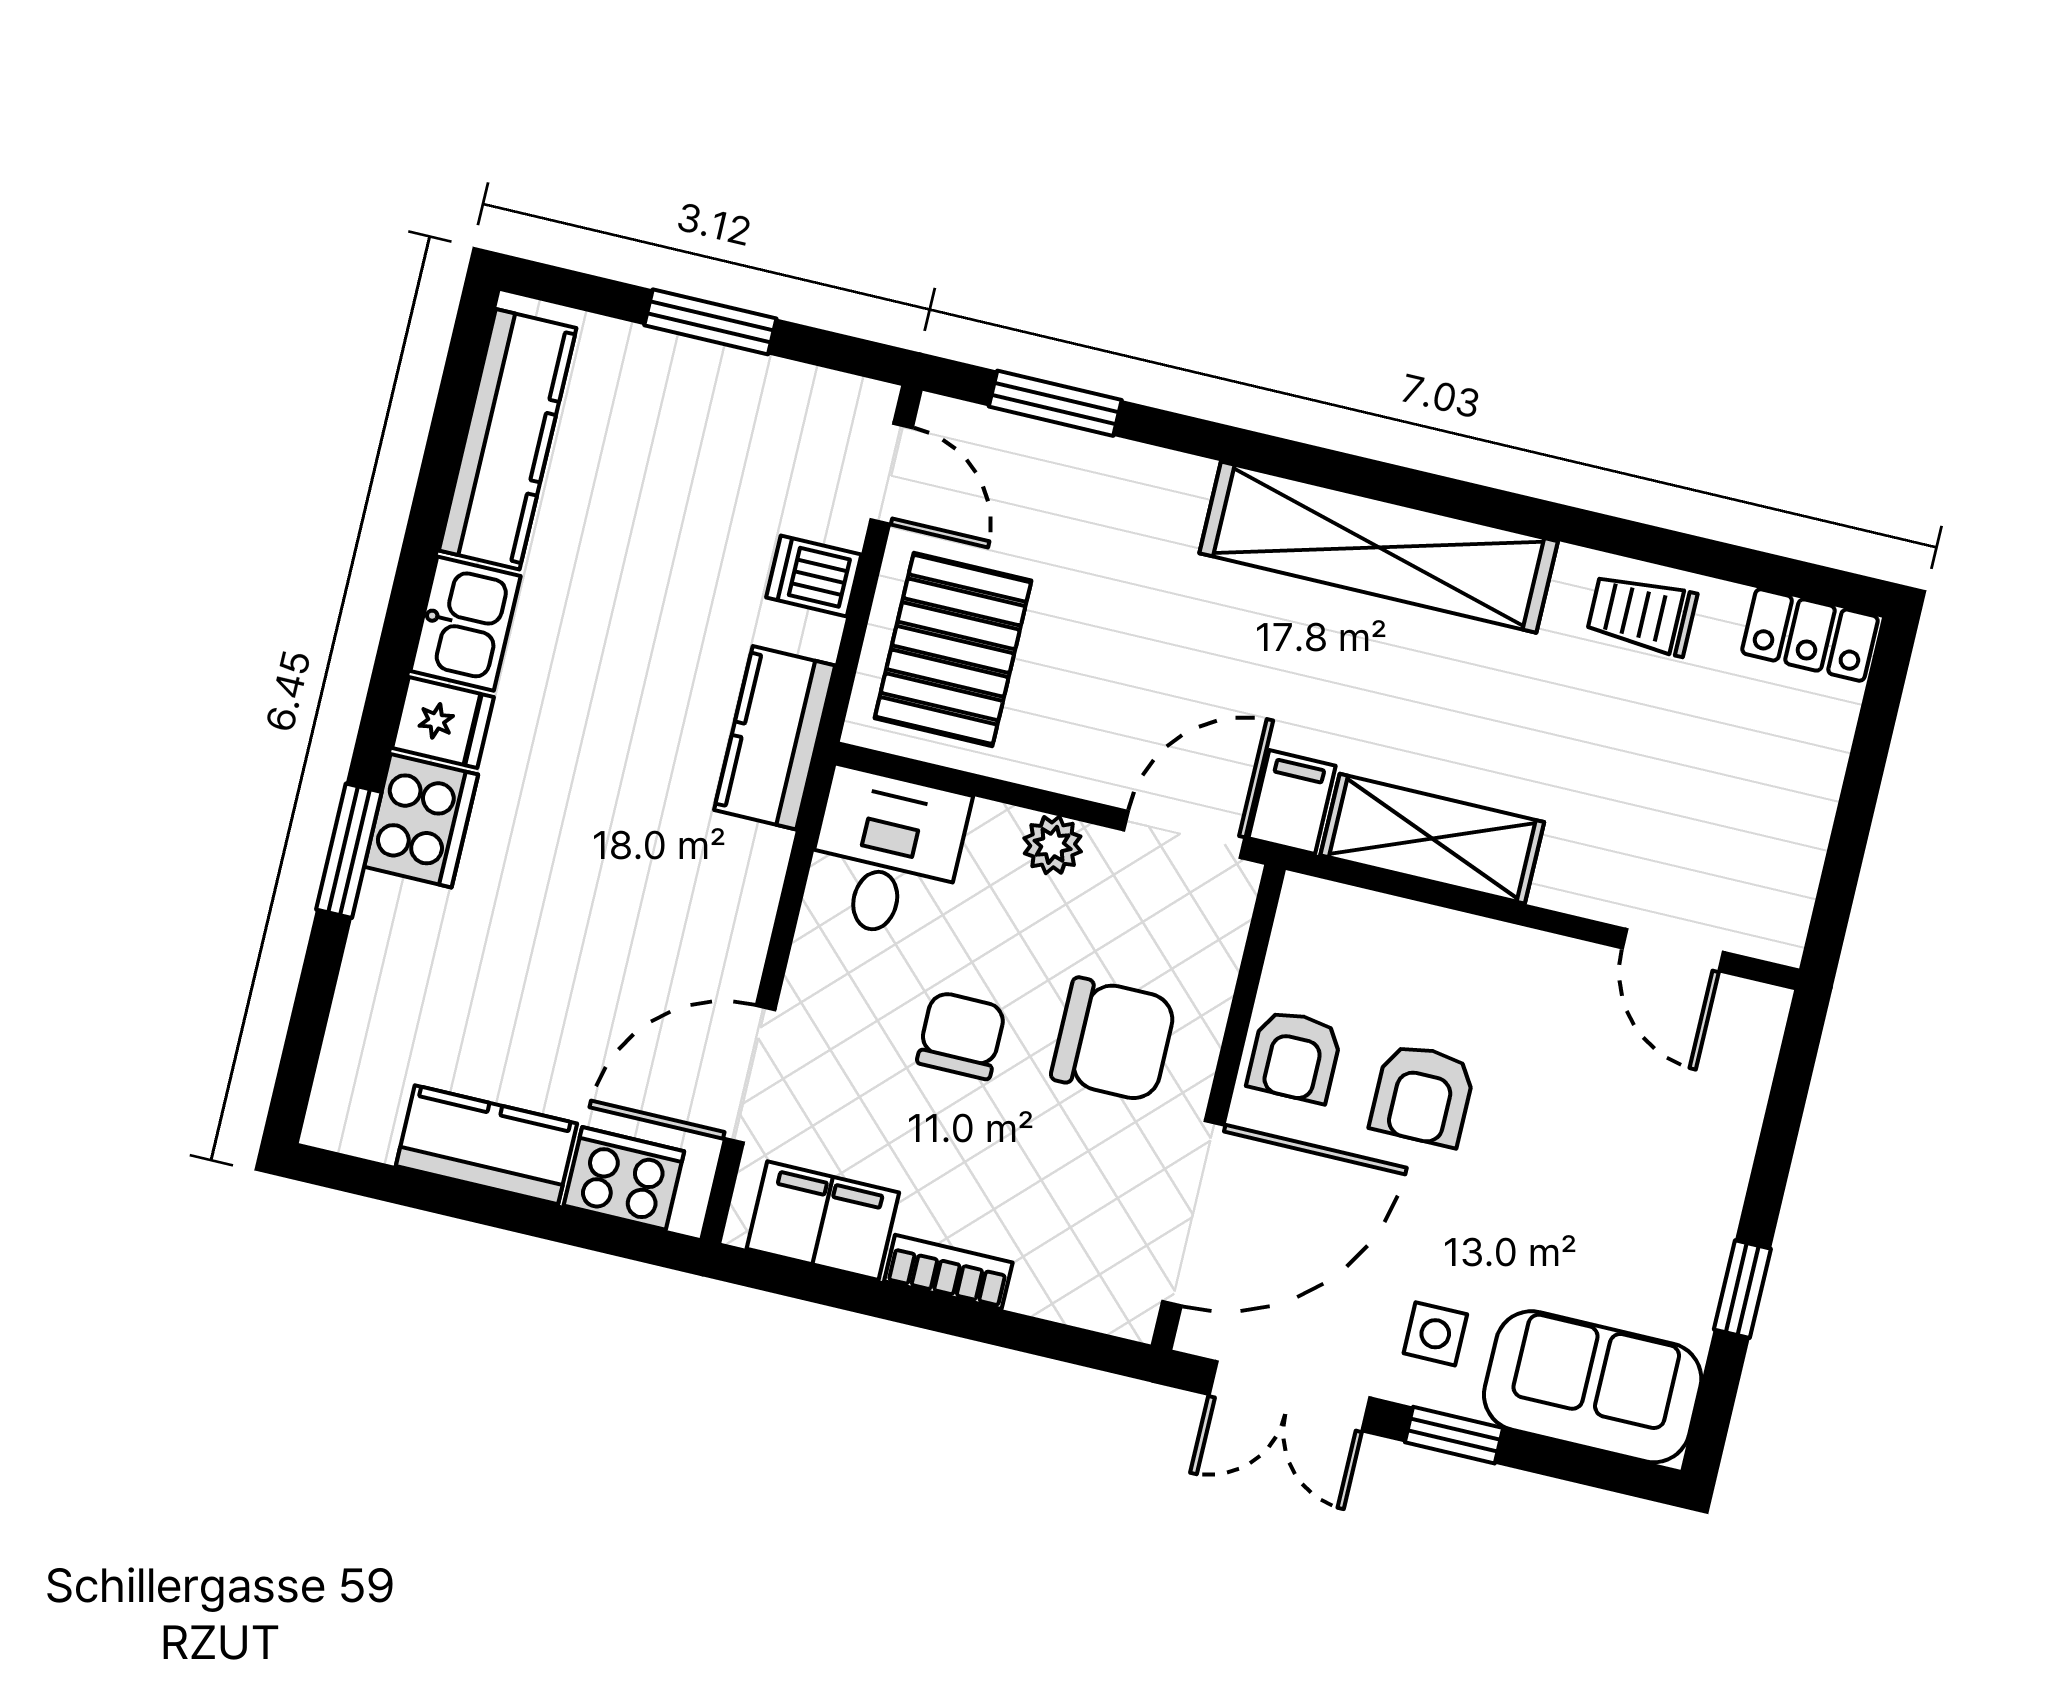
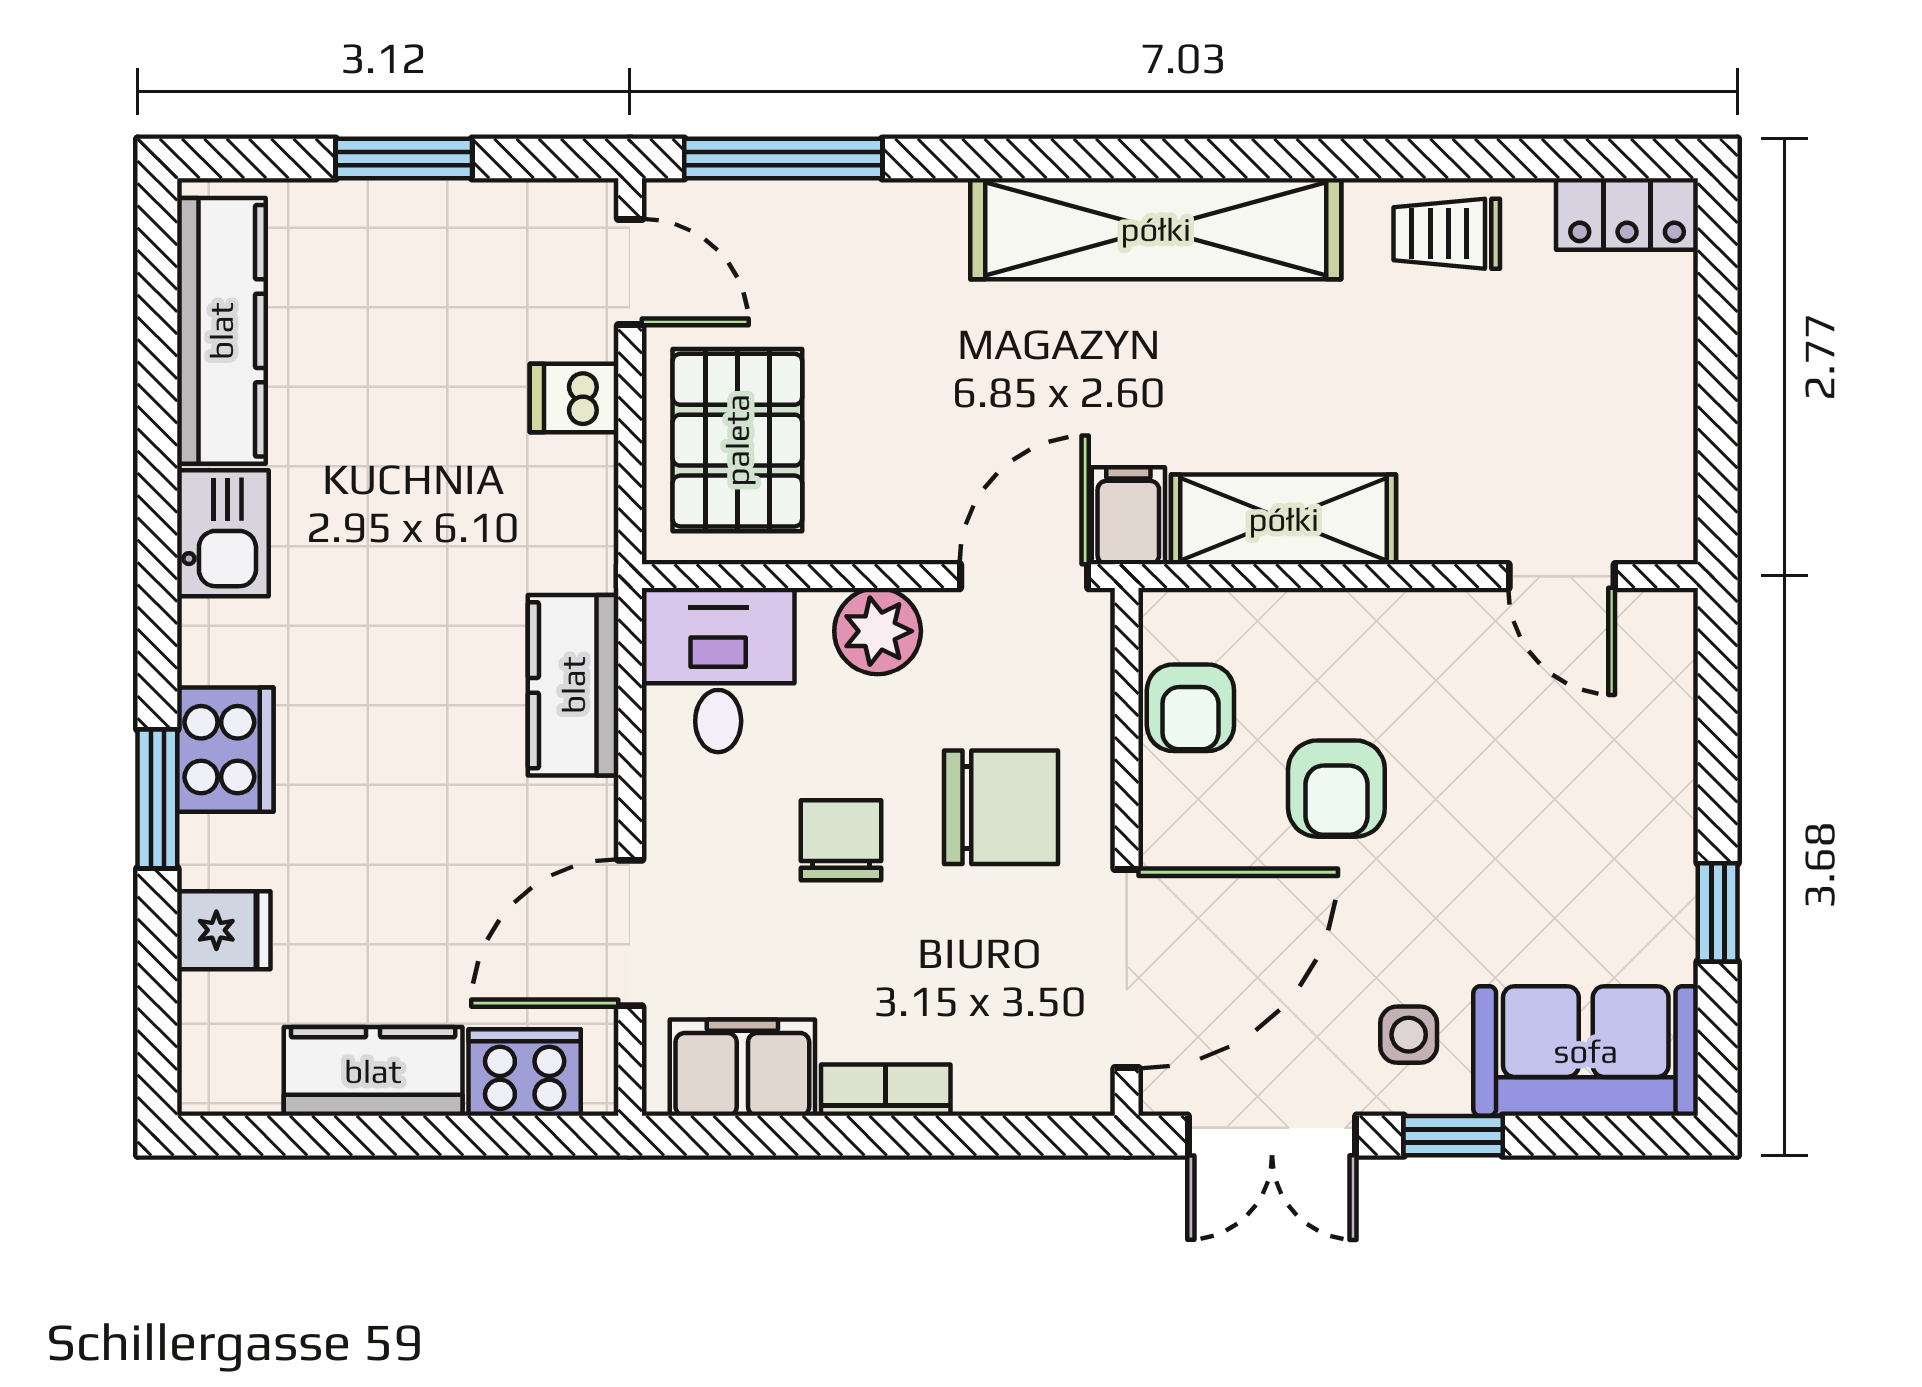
window: (1055, 403) -> (783, 158), width x1.44
fridge: (443, 722) -> (224, 930), moved
kitchen counter: (775, 738) -> (573, 685), moved
plant: (1053, 845) -> (878, 631), width x1.38, depth x1.38
armchair: (1295, 1056) -> (1190, 708), moved

